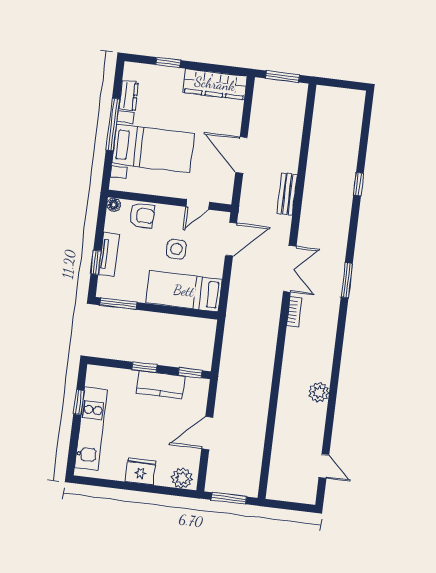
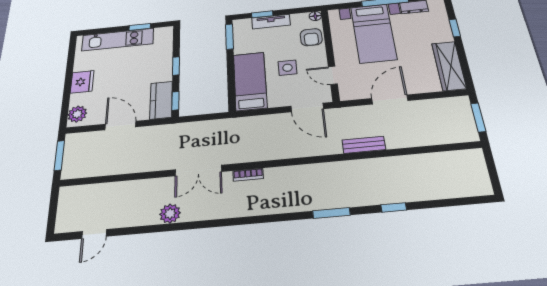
double door: (290, 269) -> (198, 171), moved
window: (347, 280) -> (331, 213), moved
kitchen counter: (161, 385) -> (161, 100), moved

